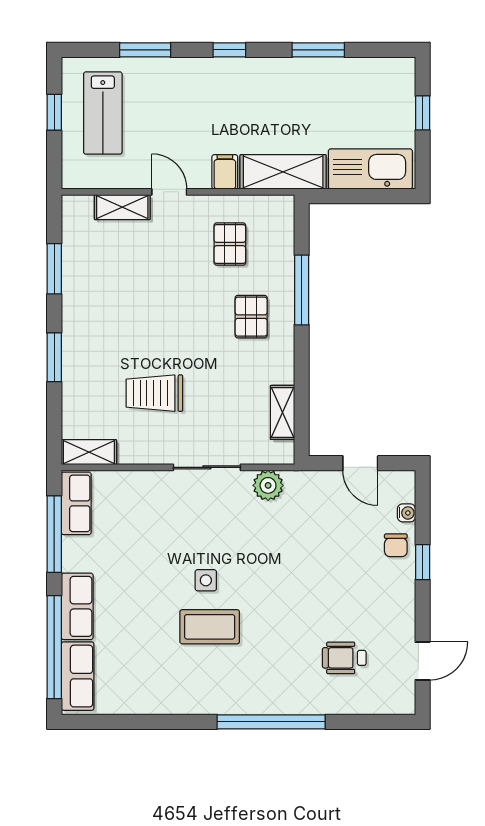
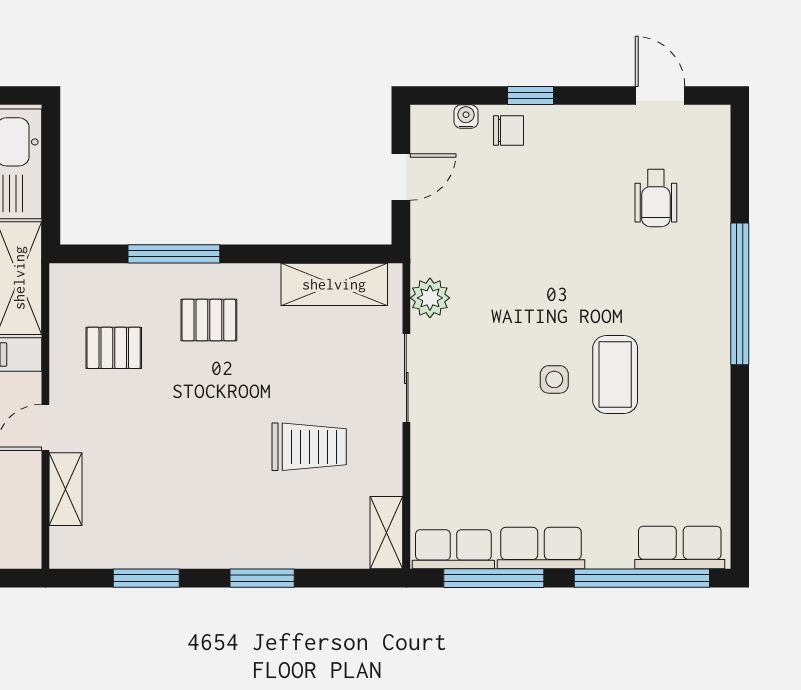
trolley: (154, 393) -> (309, 447), turned -90
shelving: (282, 412) -> (334, 284), width x1.50, depth x1.33
row of seats: (77, 606) -> (541, 548), moved

